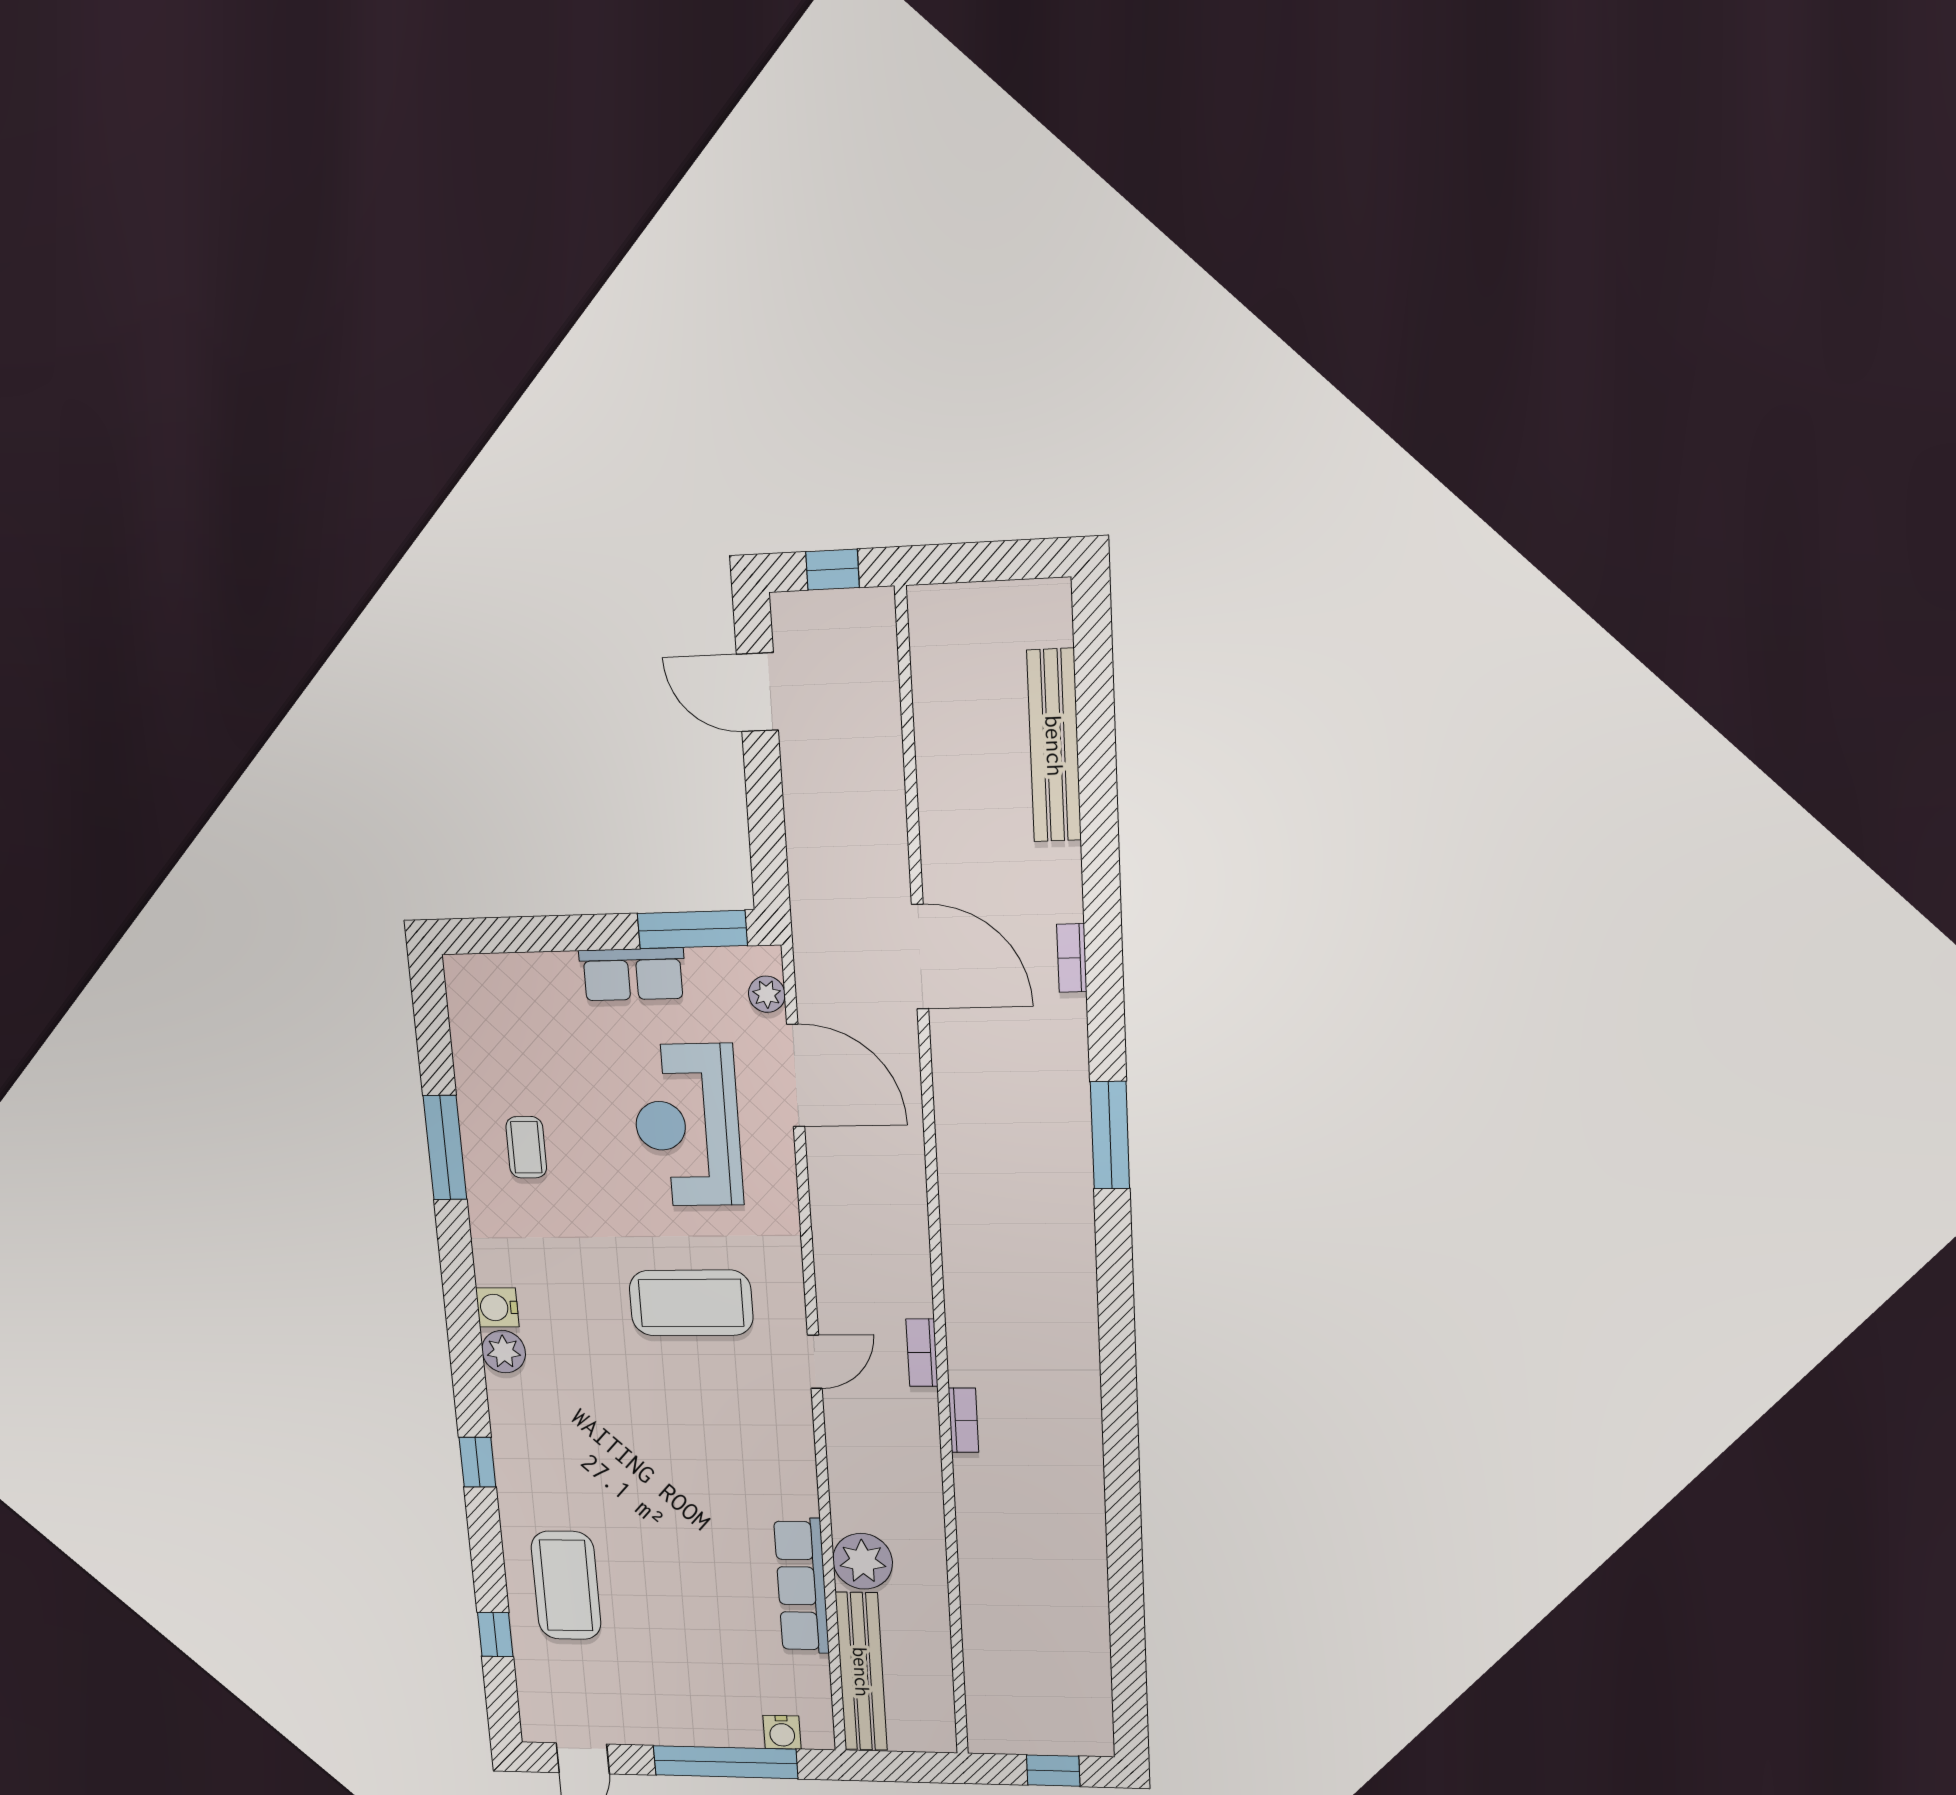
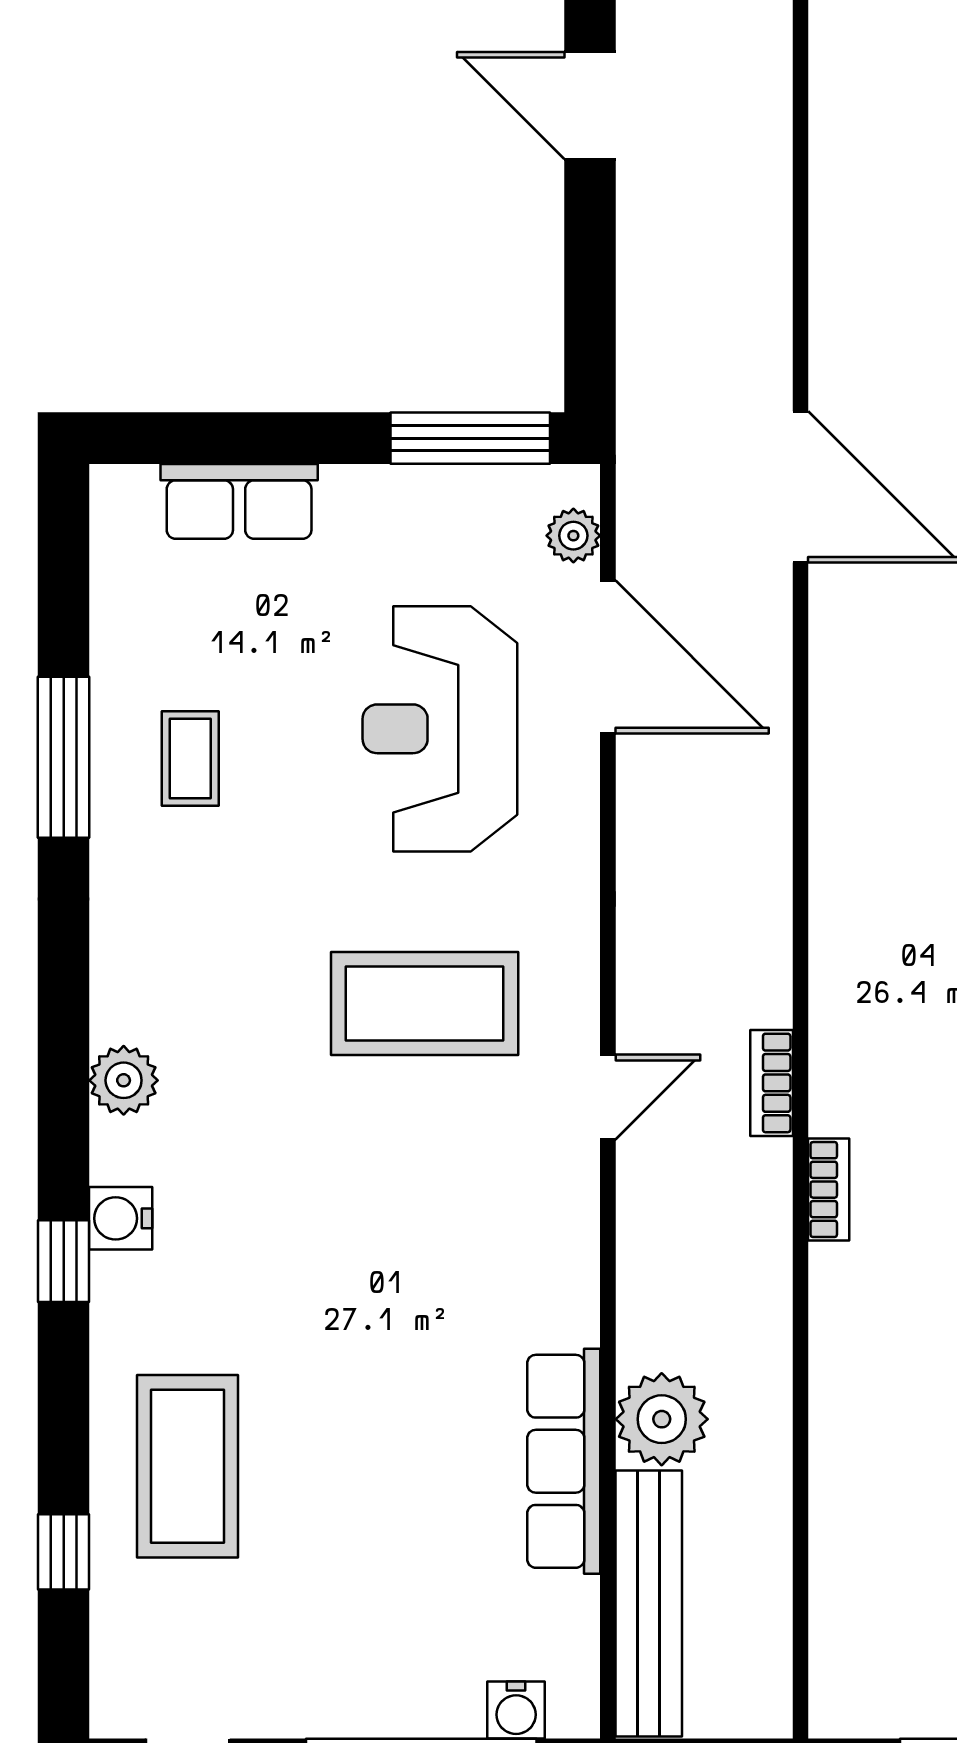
row of seats: (633, 974) -> (239, 501), moved
water cooler: (497, 1307) -> (121, 1218), moved

